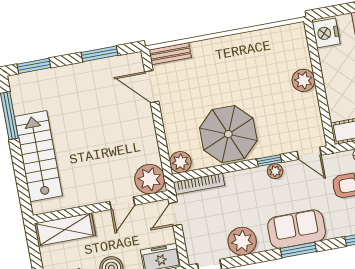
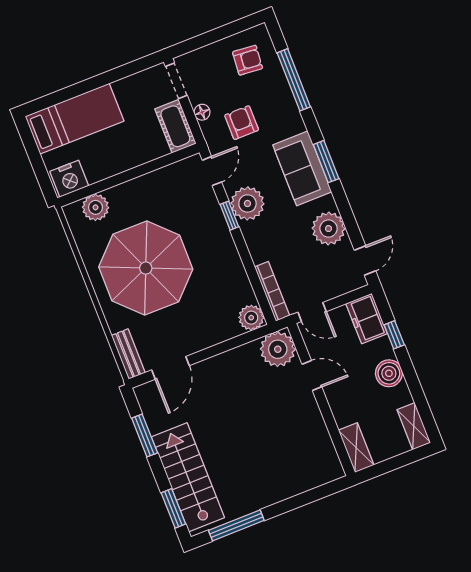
plant: (303, 80) -> (96, 207), moved
parasol: (228, 134) -> (146, 268), moved, width x1.36, depth x1.36
stairs: (38, 156) -> (188, 477), moved, turned 90
plant: (275, 171) -> (247, 203), width x1.88, depth x1.88
shelving: (65, 229) -> (356, 448), width x0.67, depth x0.75

